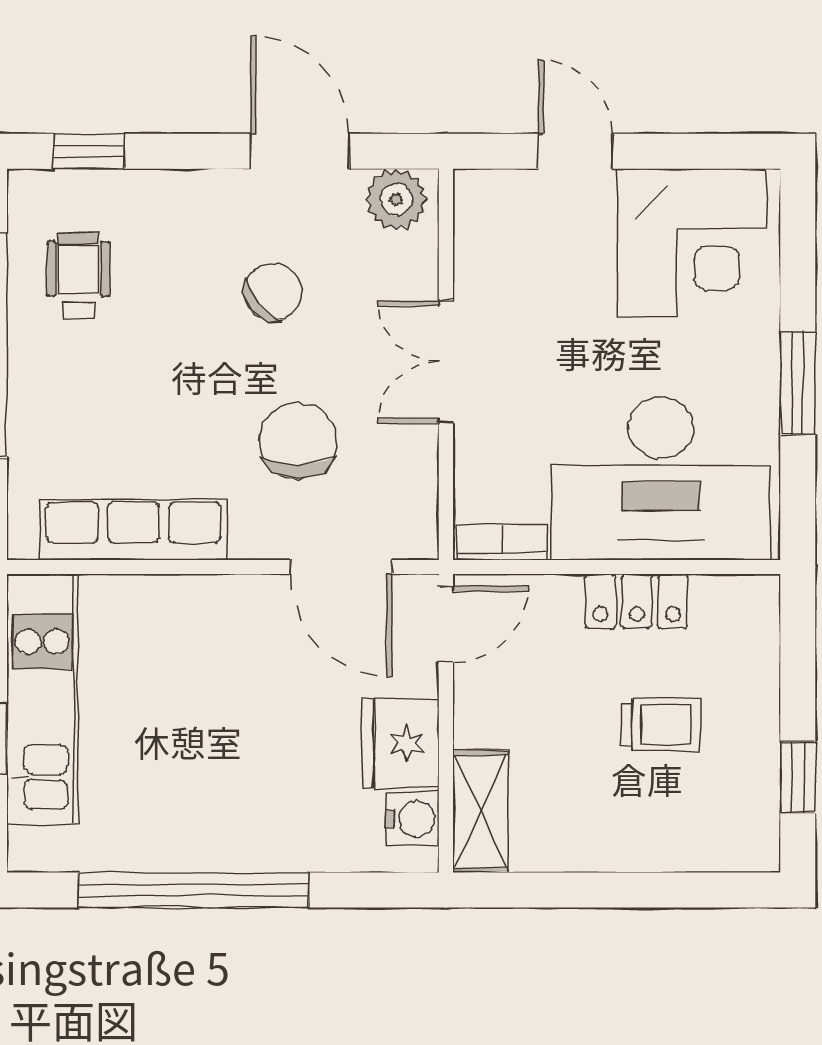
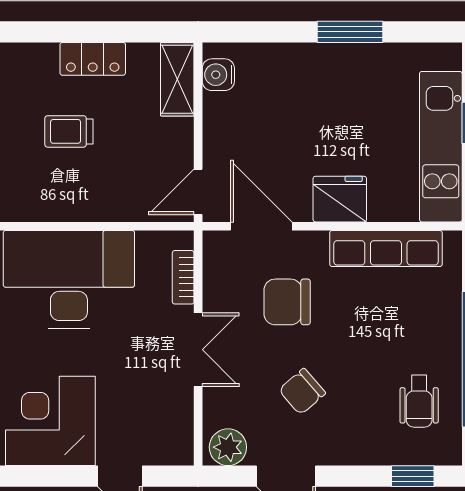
chair: (298, 441) -> (287, 302), turned 90
bookcase: (502, 542) -> (183, 277), moved, turned 90
locker: (637, 601) -> (93, 59), moved, turned 180
fridge: (401, 743) -> (340, 199), moved, turned -90
window: (193, 890) -> (350, 32), width x0.47

